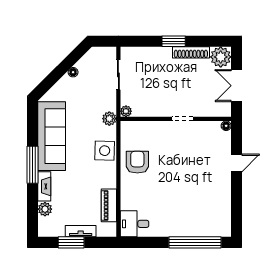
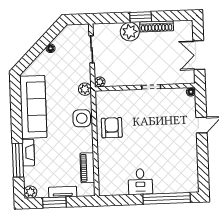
plant: (221, 57) -> (130, 32), moved
window: (33, 165) -> (18, 160), moved
plant: (45, 209) -> (30, 192), moved
desk: (135, 224) -> (140, 182), moved, turned -90

